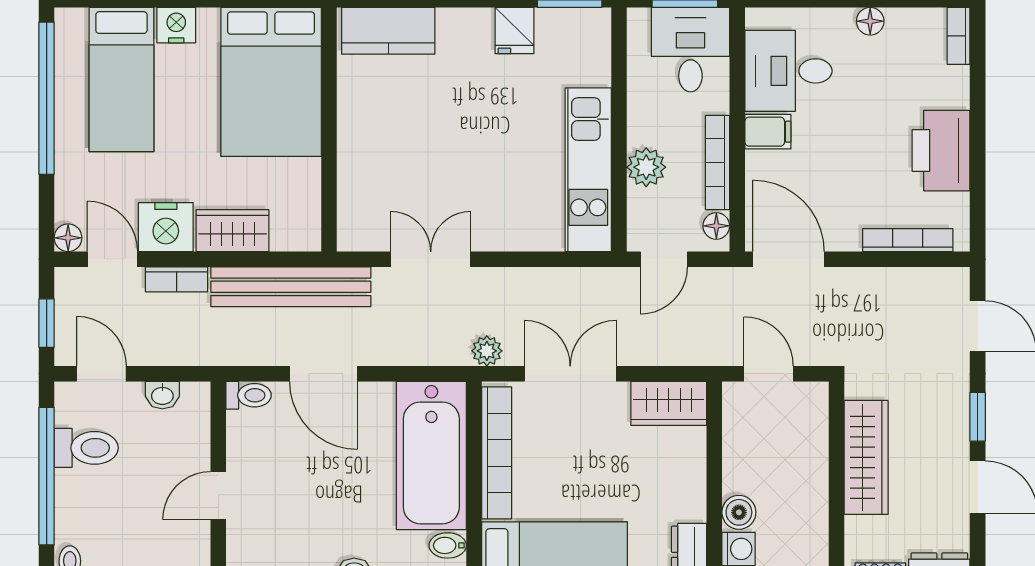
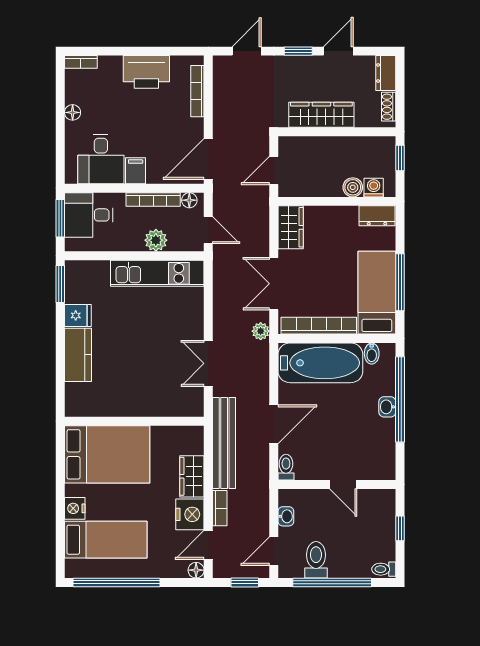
kitchen counter: (388, 31) -> (78, 355), moved

